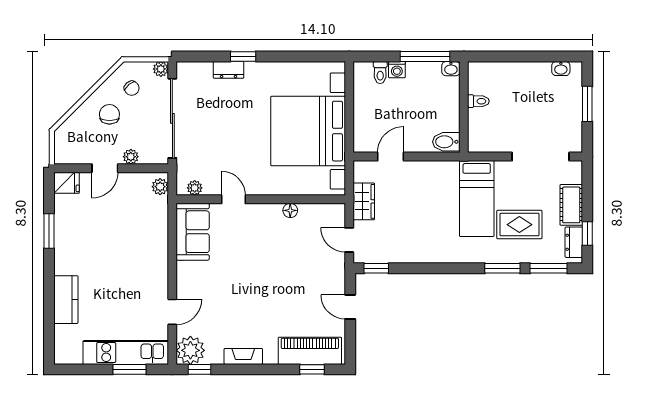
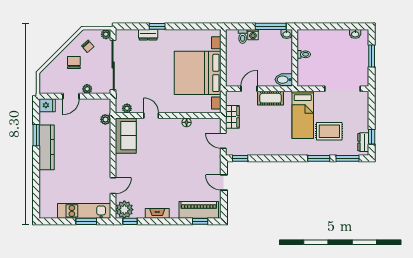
plant: (160, 187) -> (105, 119), moved
cot: (571, 205) -> (271, 98), moved, turned 90
kitchen counter: (66, 300) -> (47, 147), moved, width x1.50

